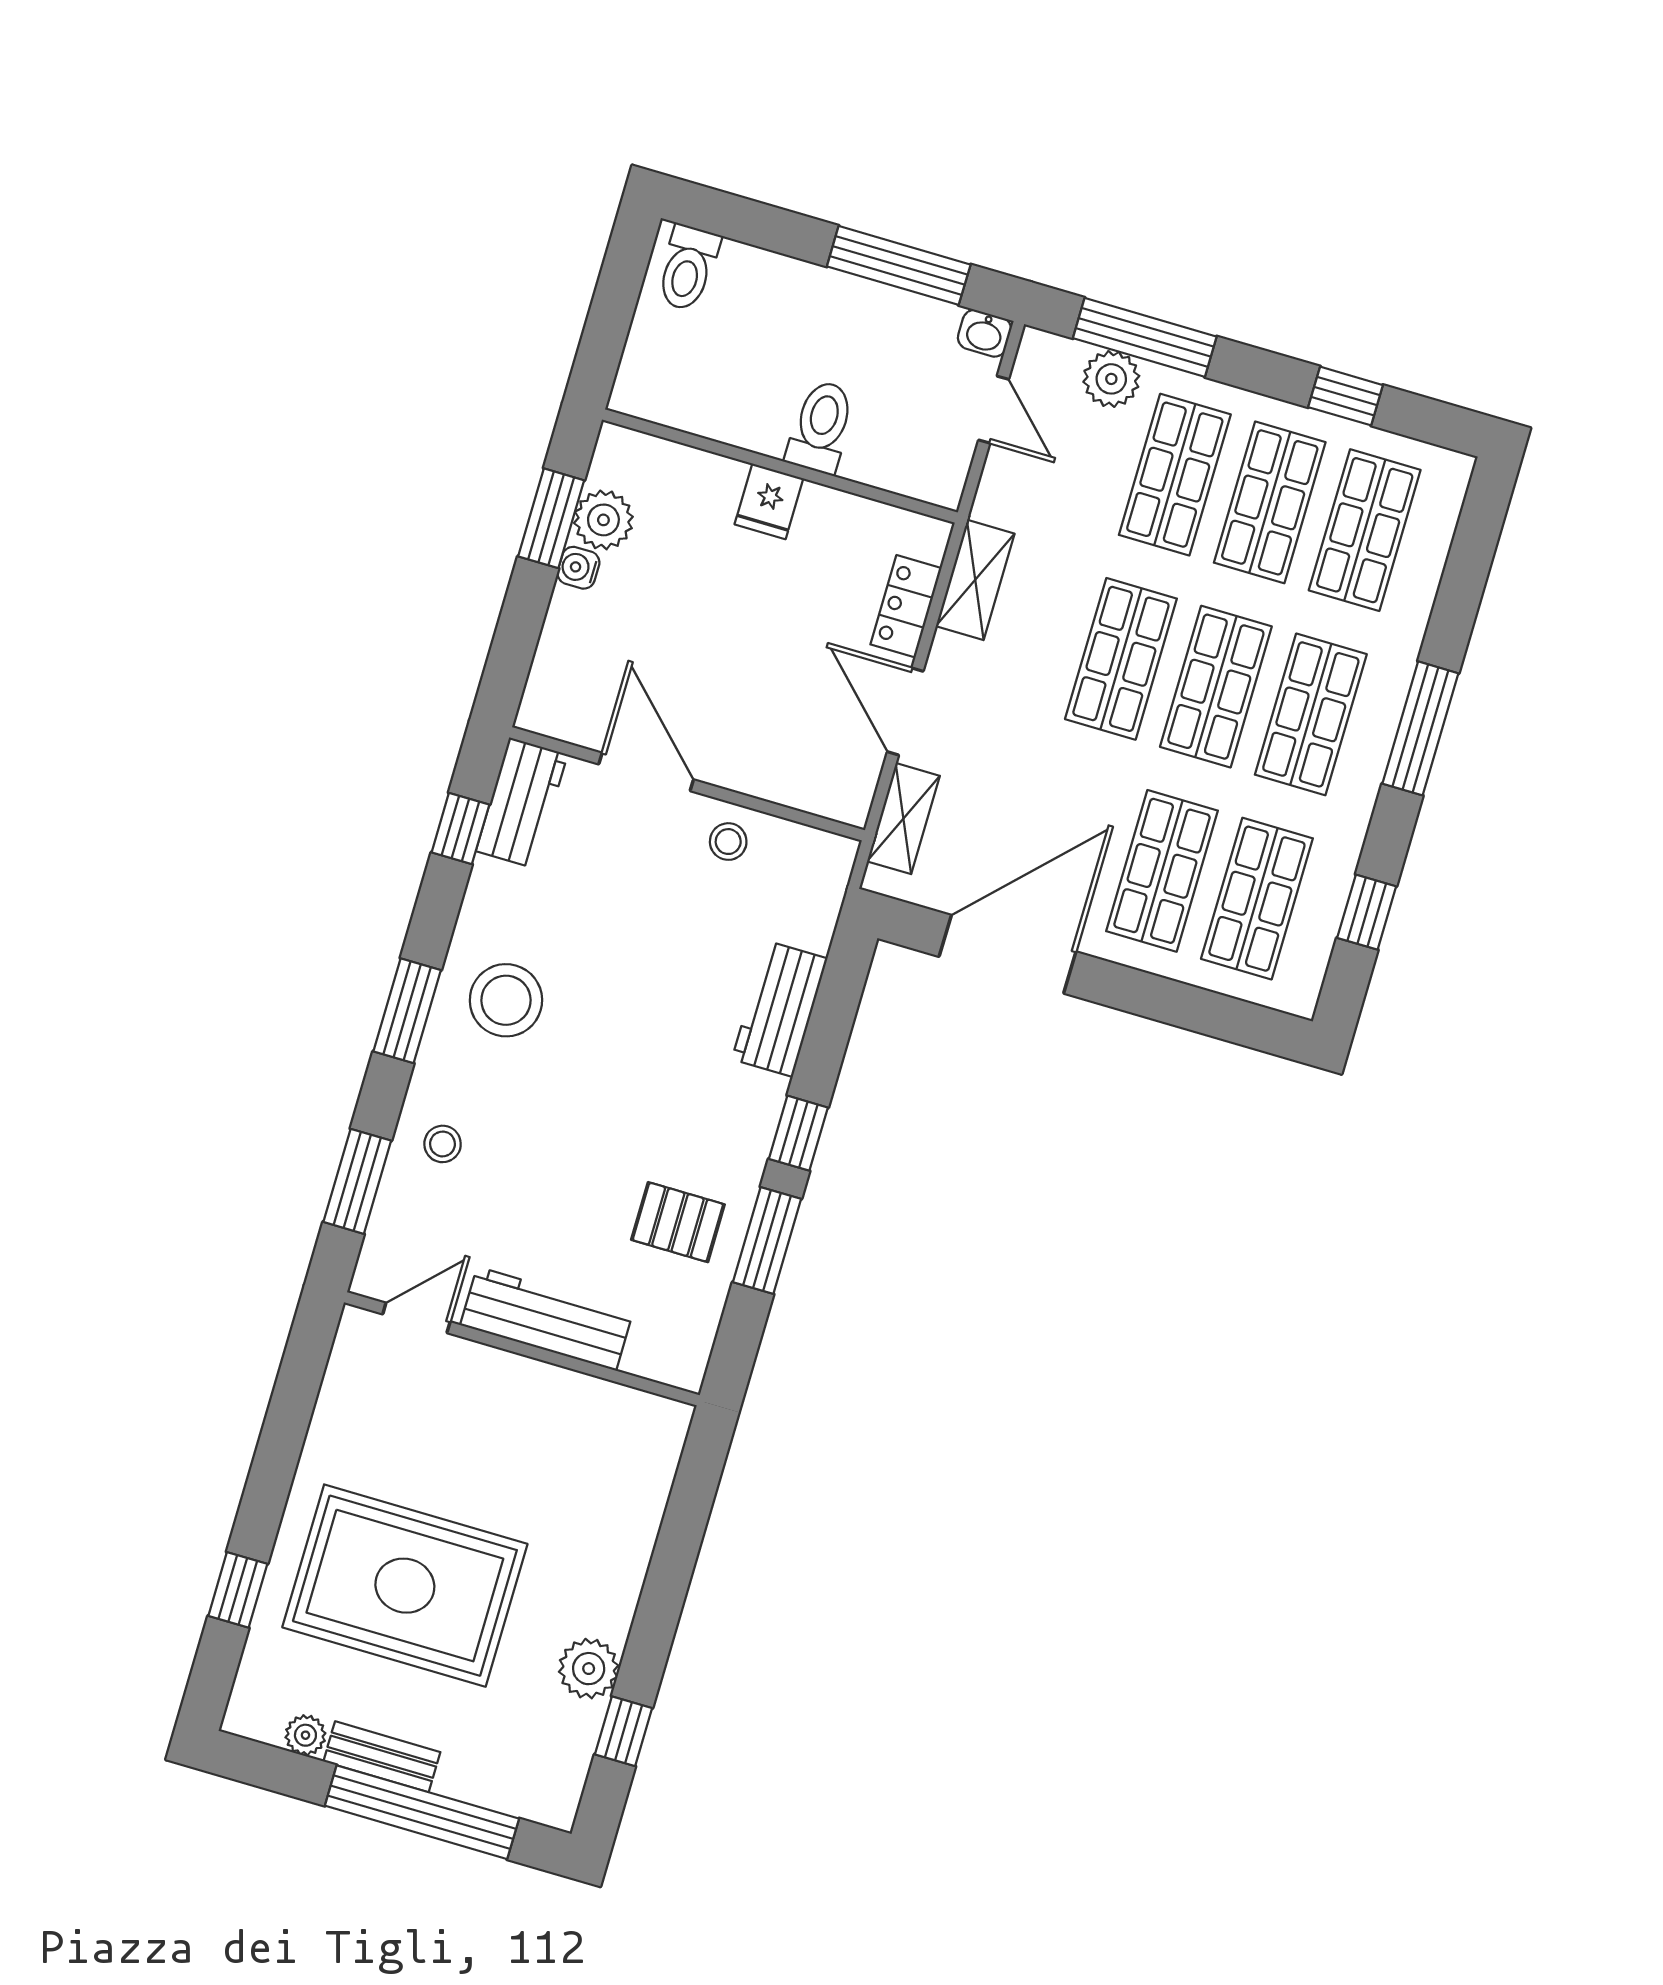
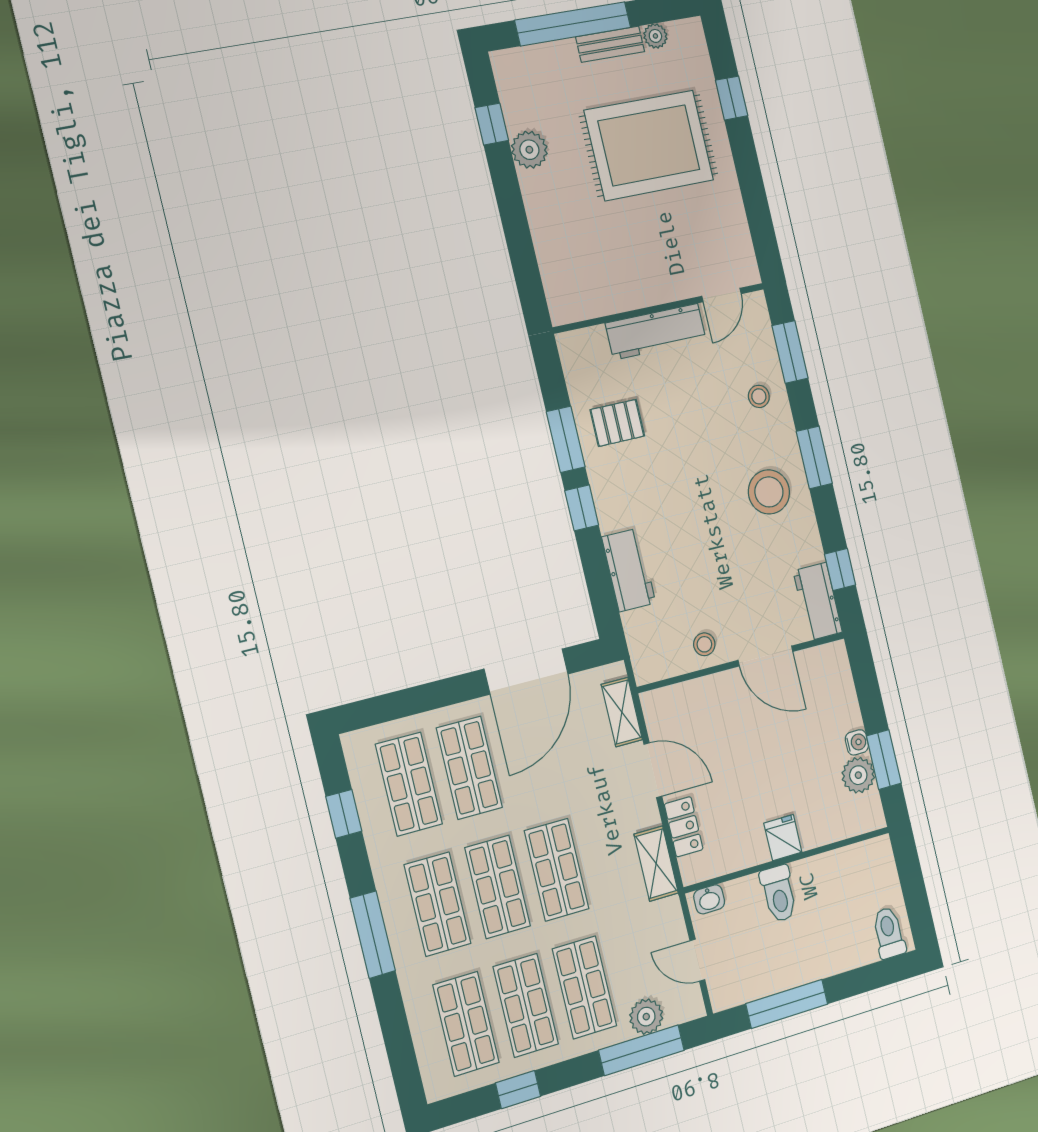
washbasin: (985, 333) -> (709, 899), moved, turned 180

